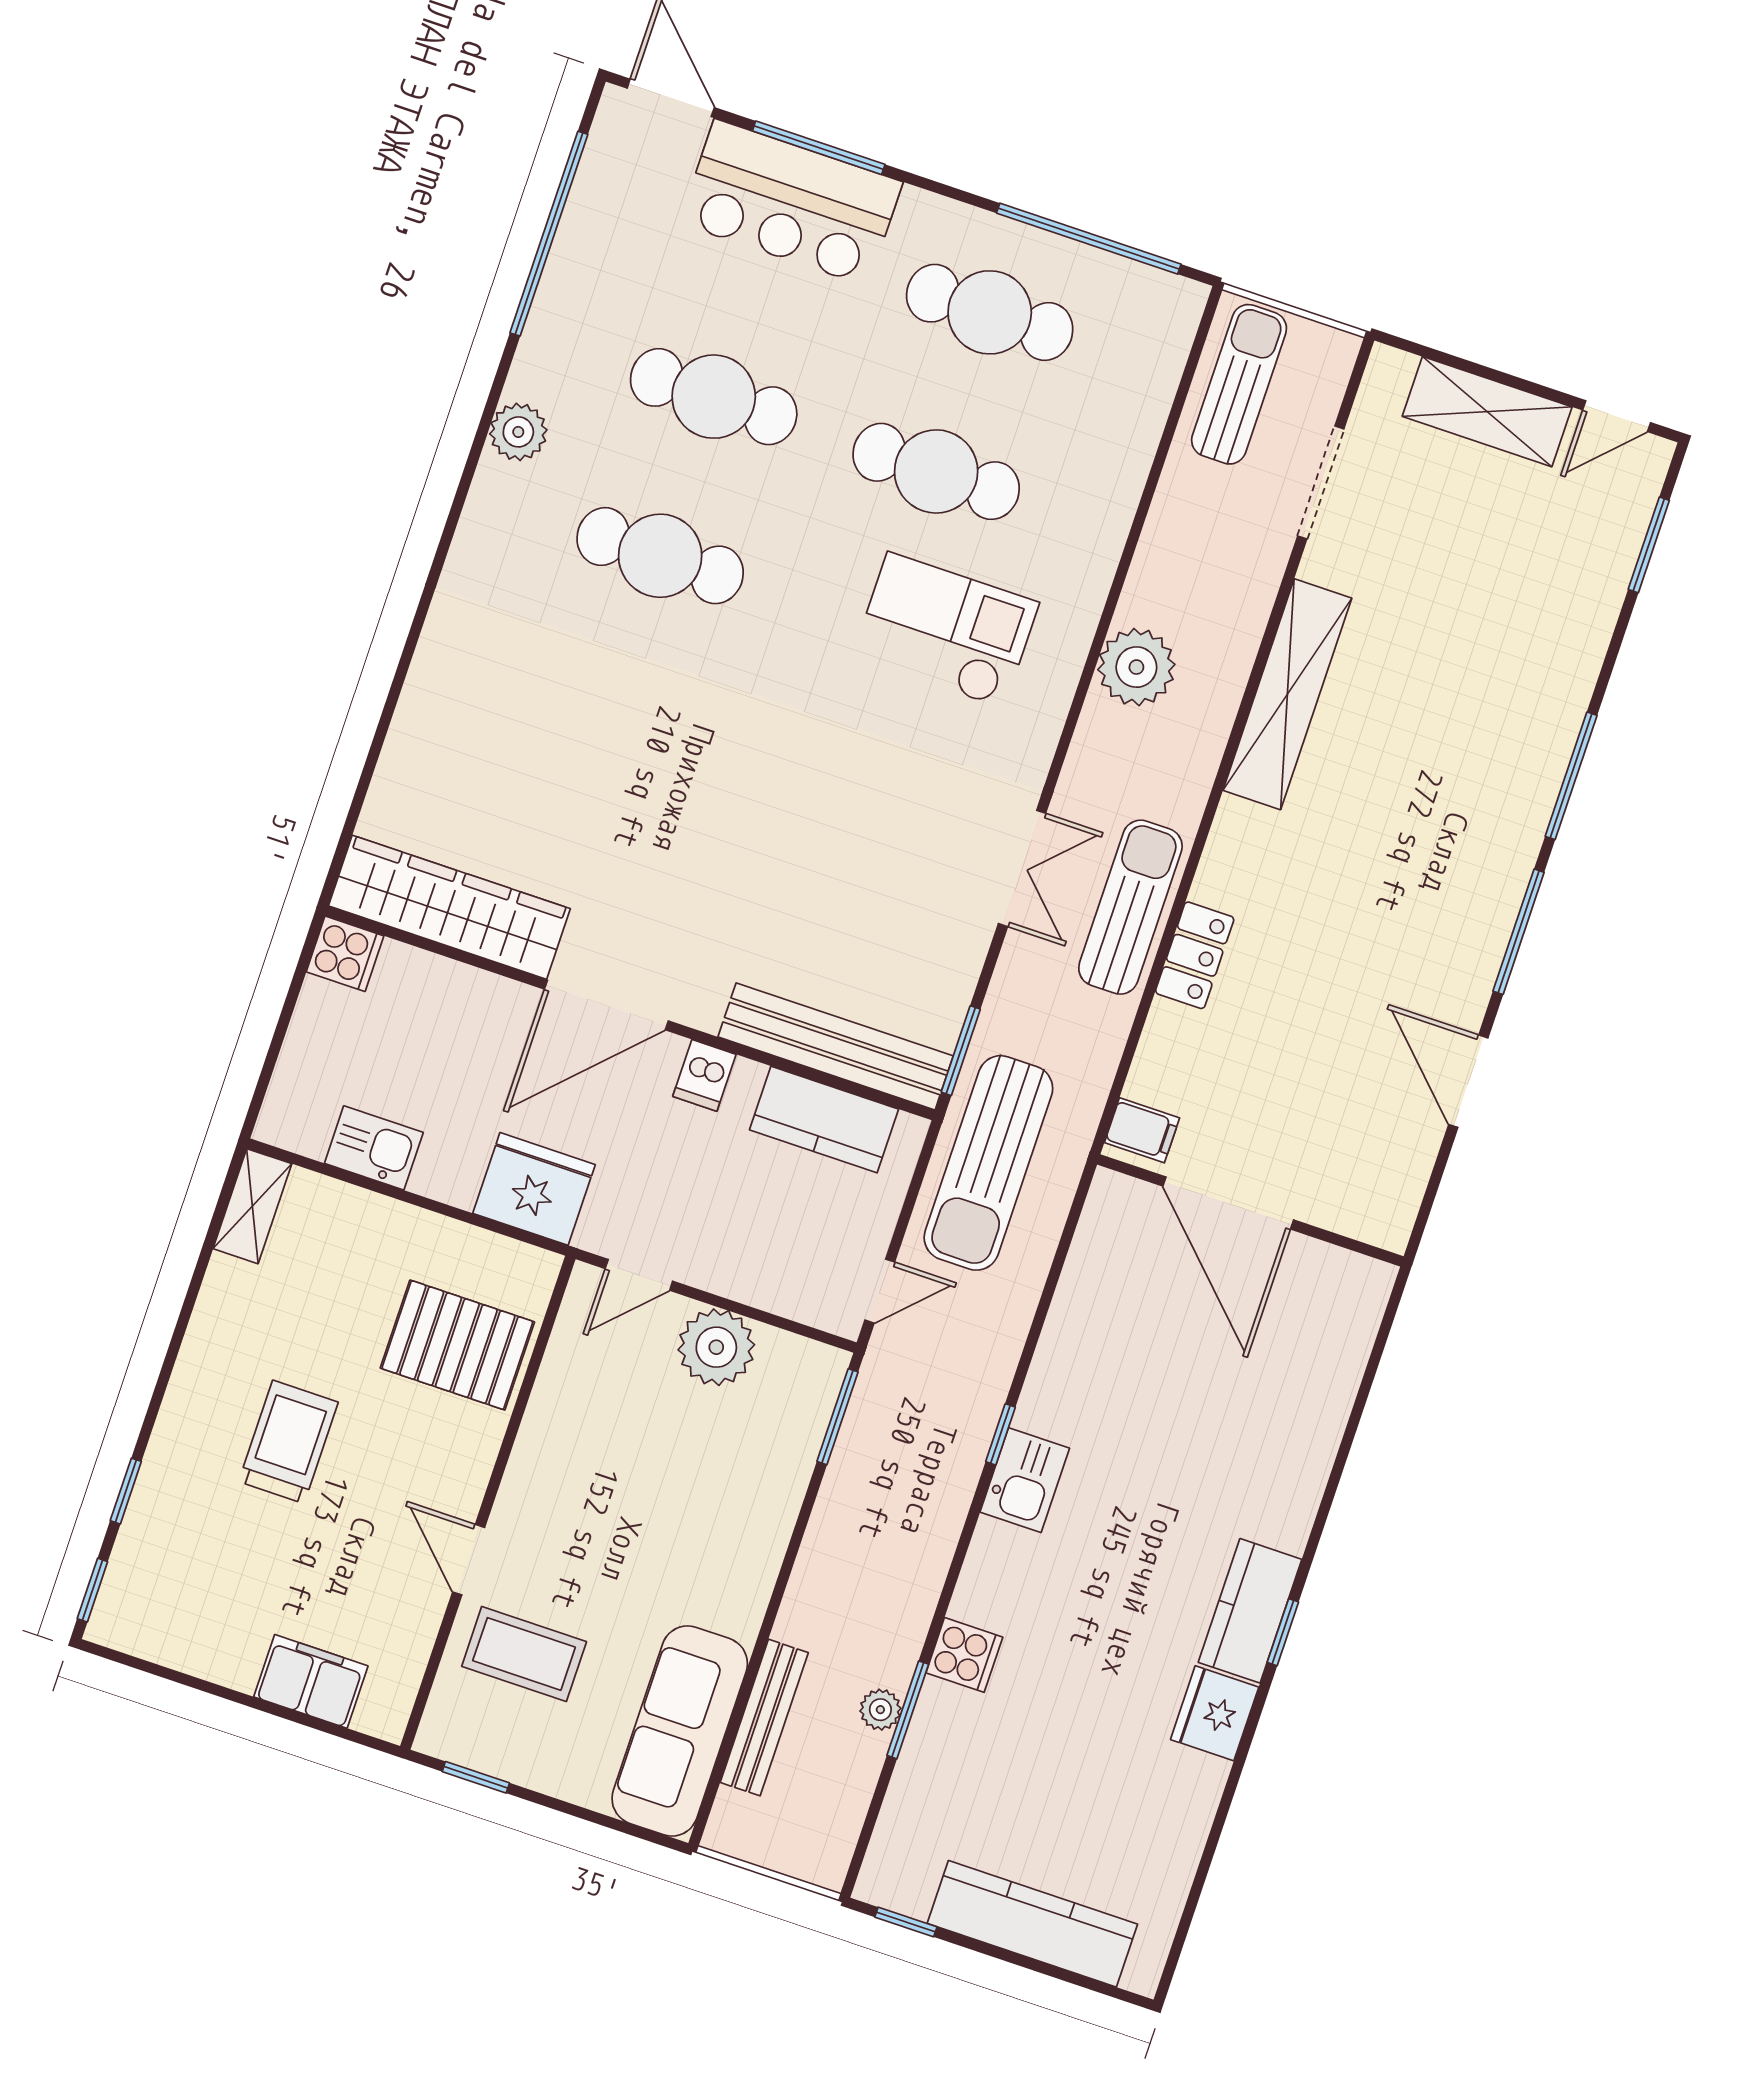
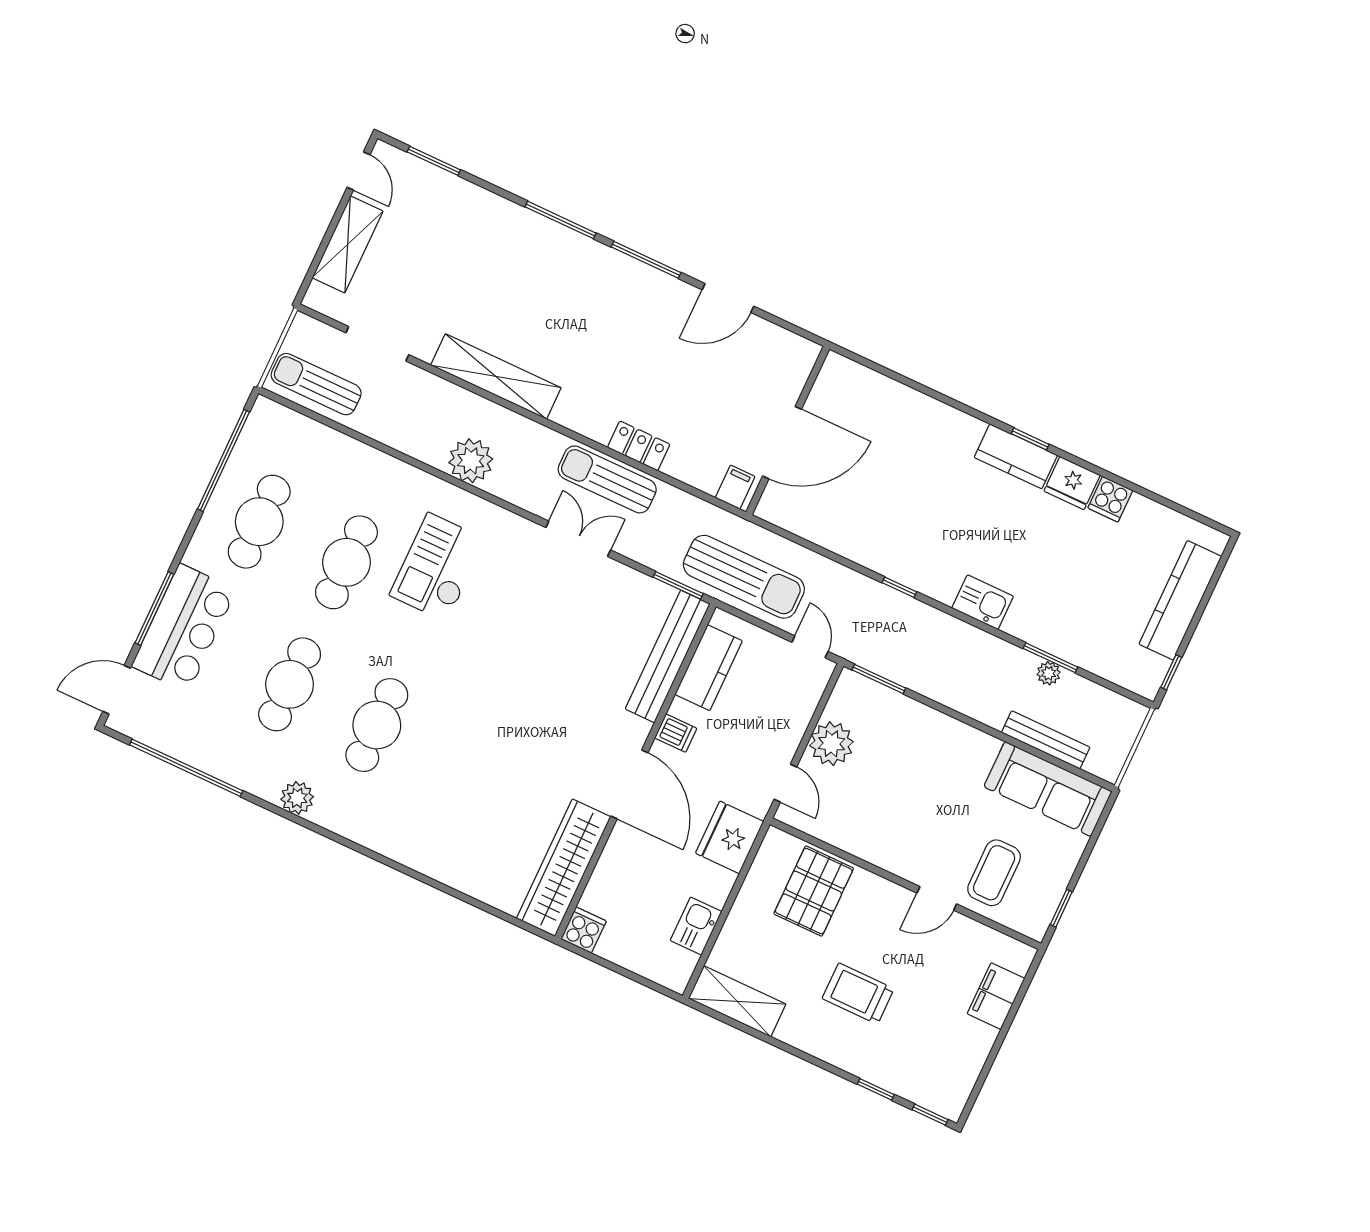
shelving: (252, 1206) -> (737, 1001), width x1.50, depth x1.33
kitchen sink: (1025, 1480) -> (983, 602), moved
cooker: (964, 1655) -> (1110, 499), moved, turned 180

